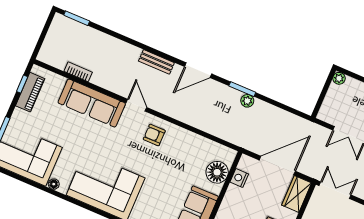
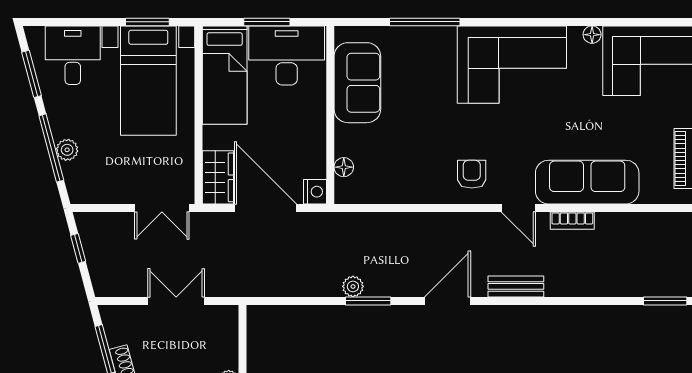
bookcase: (78, 72) -> (572, 221), moved
armchair: (154, 135) -> (472, 174), turned -90
door: (277, 166) -> (265, 208), swing flipped
floor lamp: (217, 172) -> (344, 167), width x0.53, depth x0.53
nightstand: (239, 178) -> (315, 192), moved

